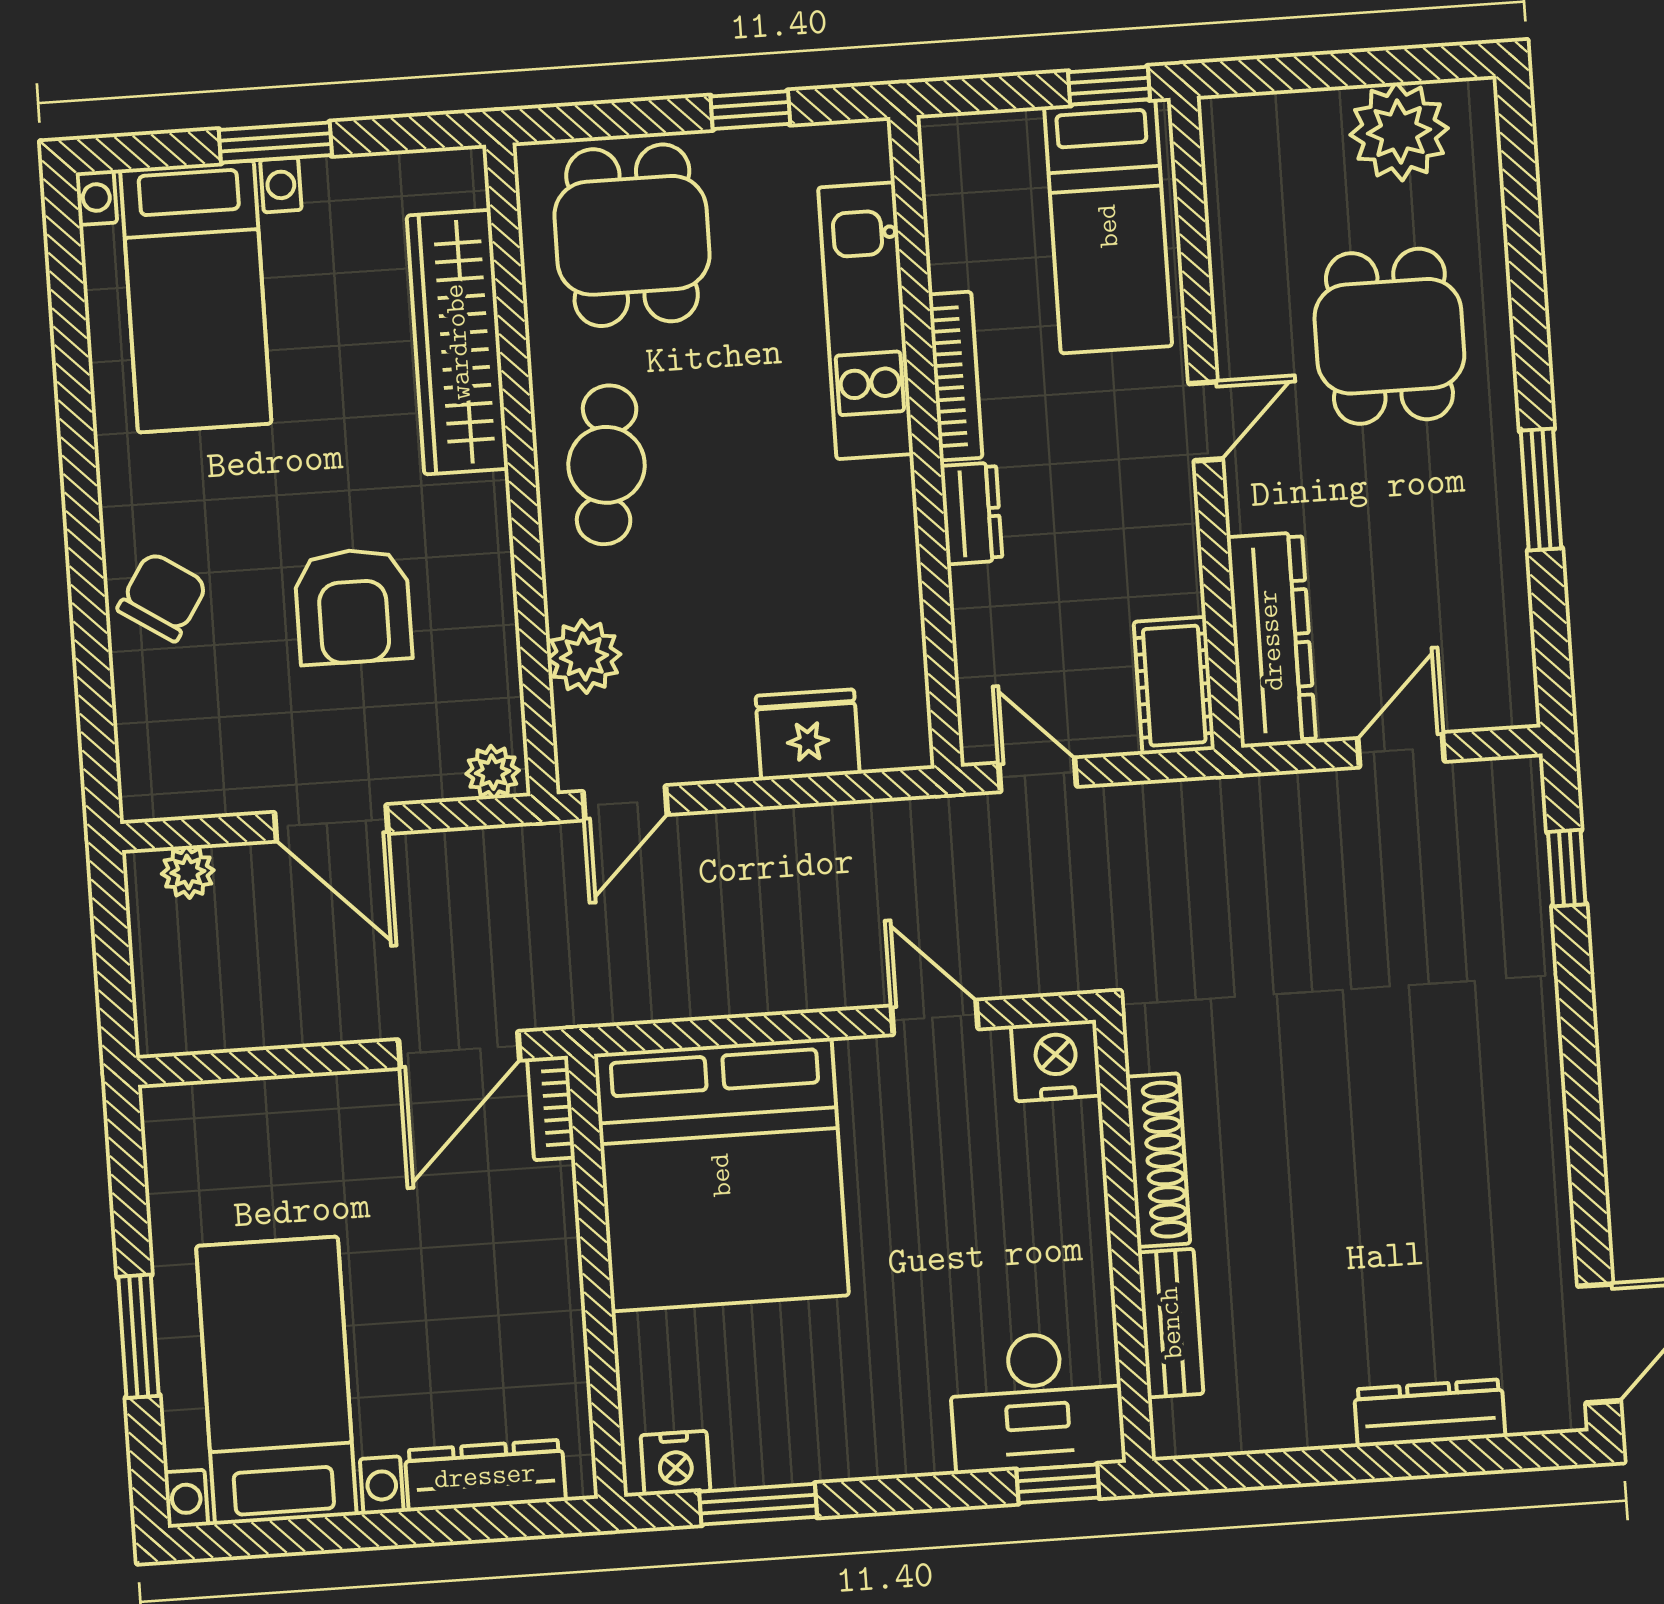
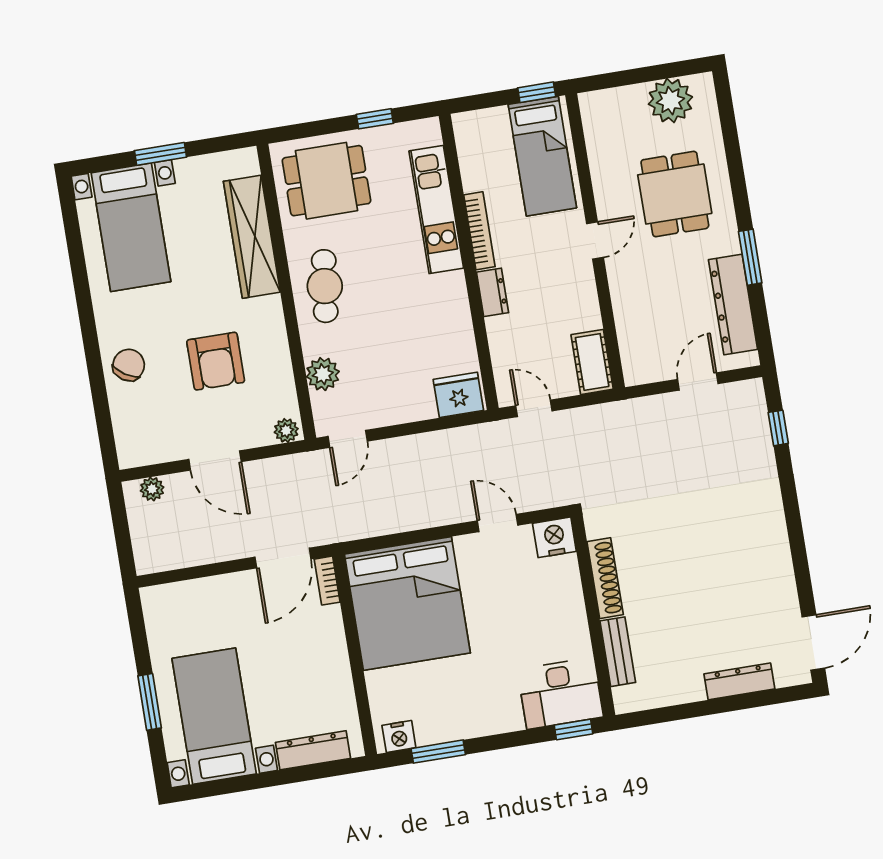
dining table: (632, 235) -> (326, 181), turned 90
dresser: (1271, 640) -> (733, 305), moved, turned 180
fridge: (808, 735) -> (458, 395), moved

